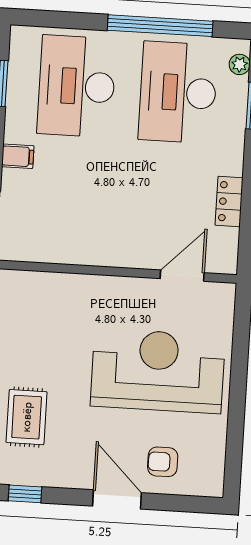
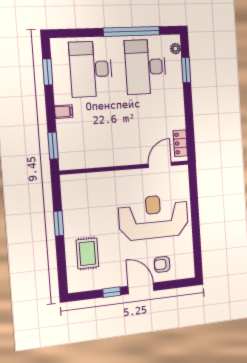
locker: (229, 202) -> (180, 143), moved
window: (25, 494) -> (112, 292), moved

